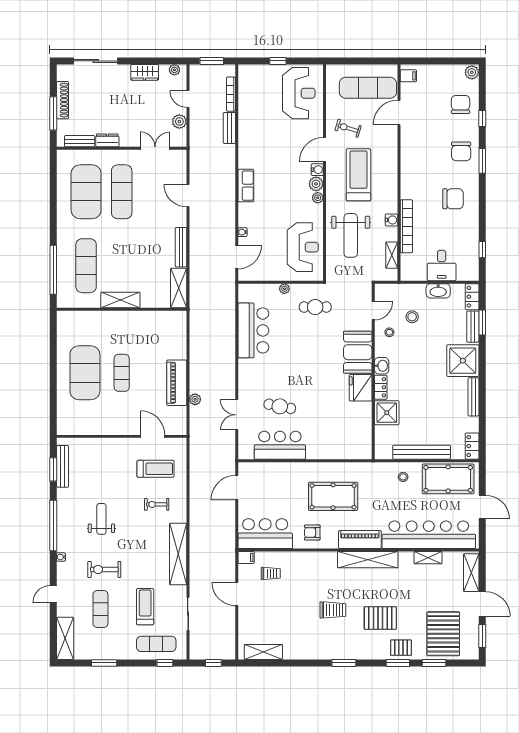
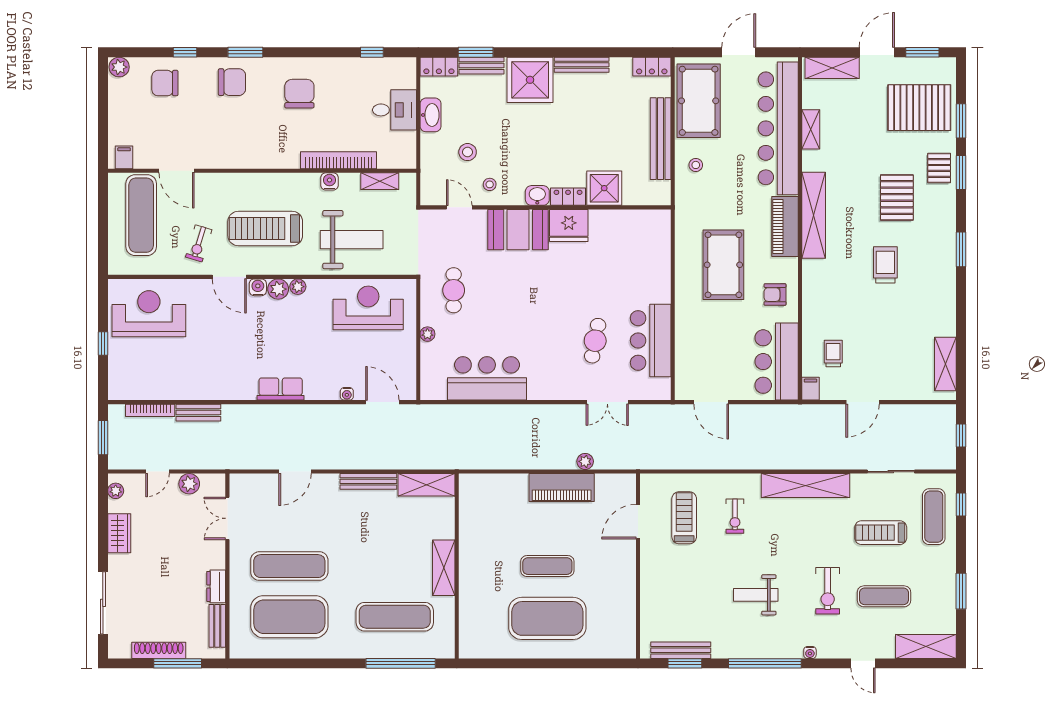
armchair: (312, 533) -> (775, 295), turned 90

